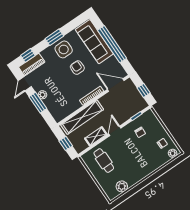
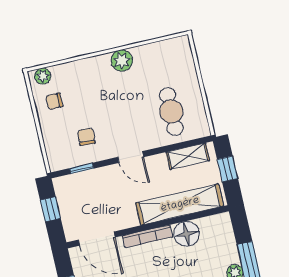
floor lamp: (73, 104) -> (187, 234), added
door: (115, 131) -> (131, 157), hinge flipped
shelving: (96, 136) -> (188, 156), moved
plant: (122, 186) -> (122, 61), moved

